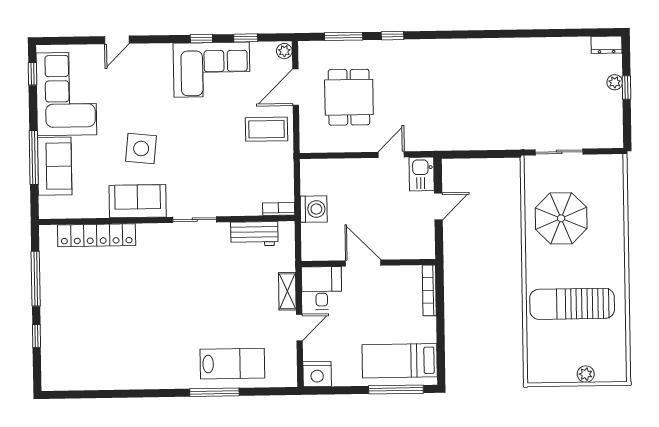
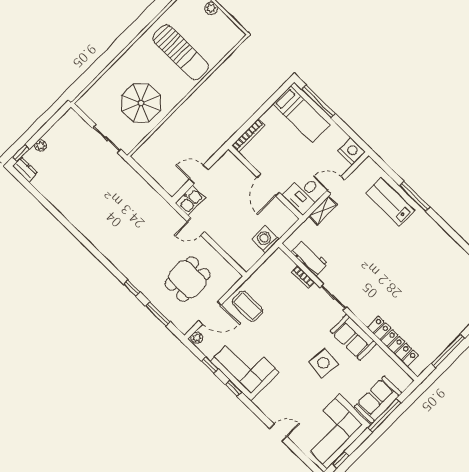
window: (626, 87) -> (21, 153), moved
bookcase: (279, 209) -> (303, 277), moved

